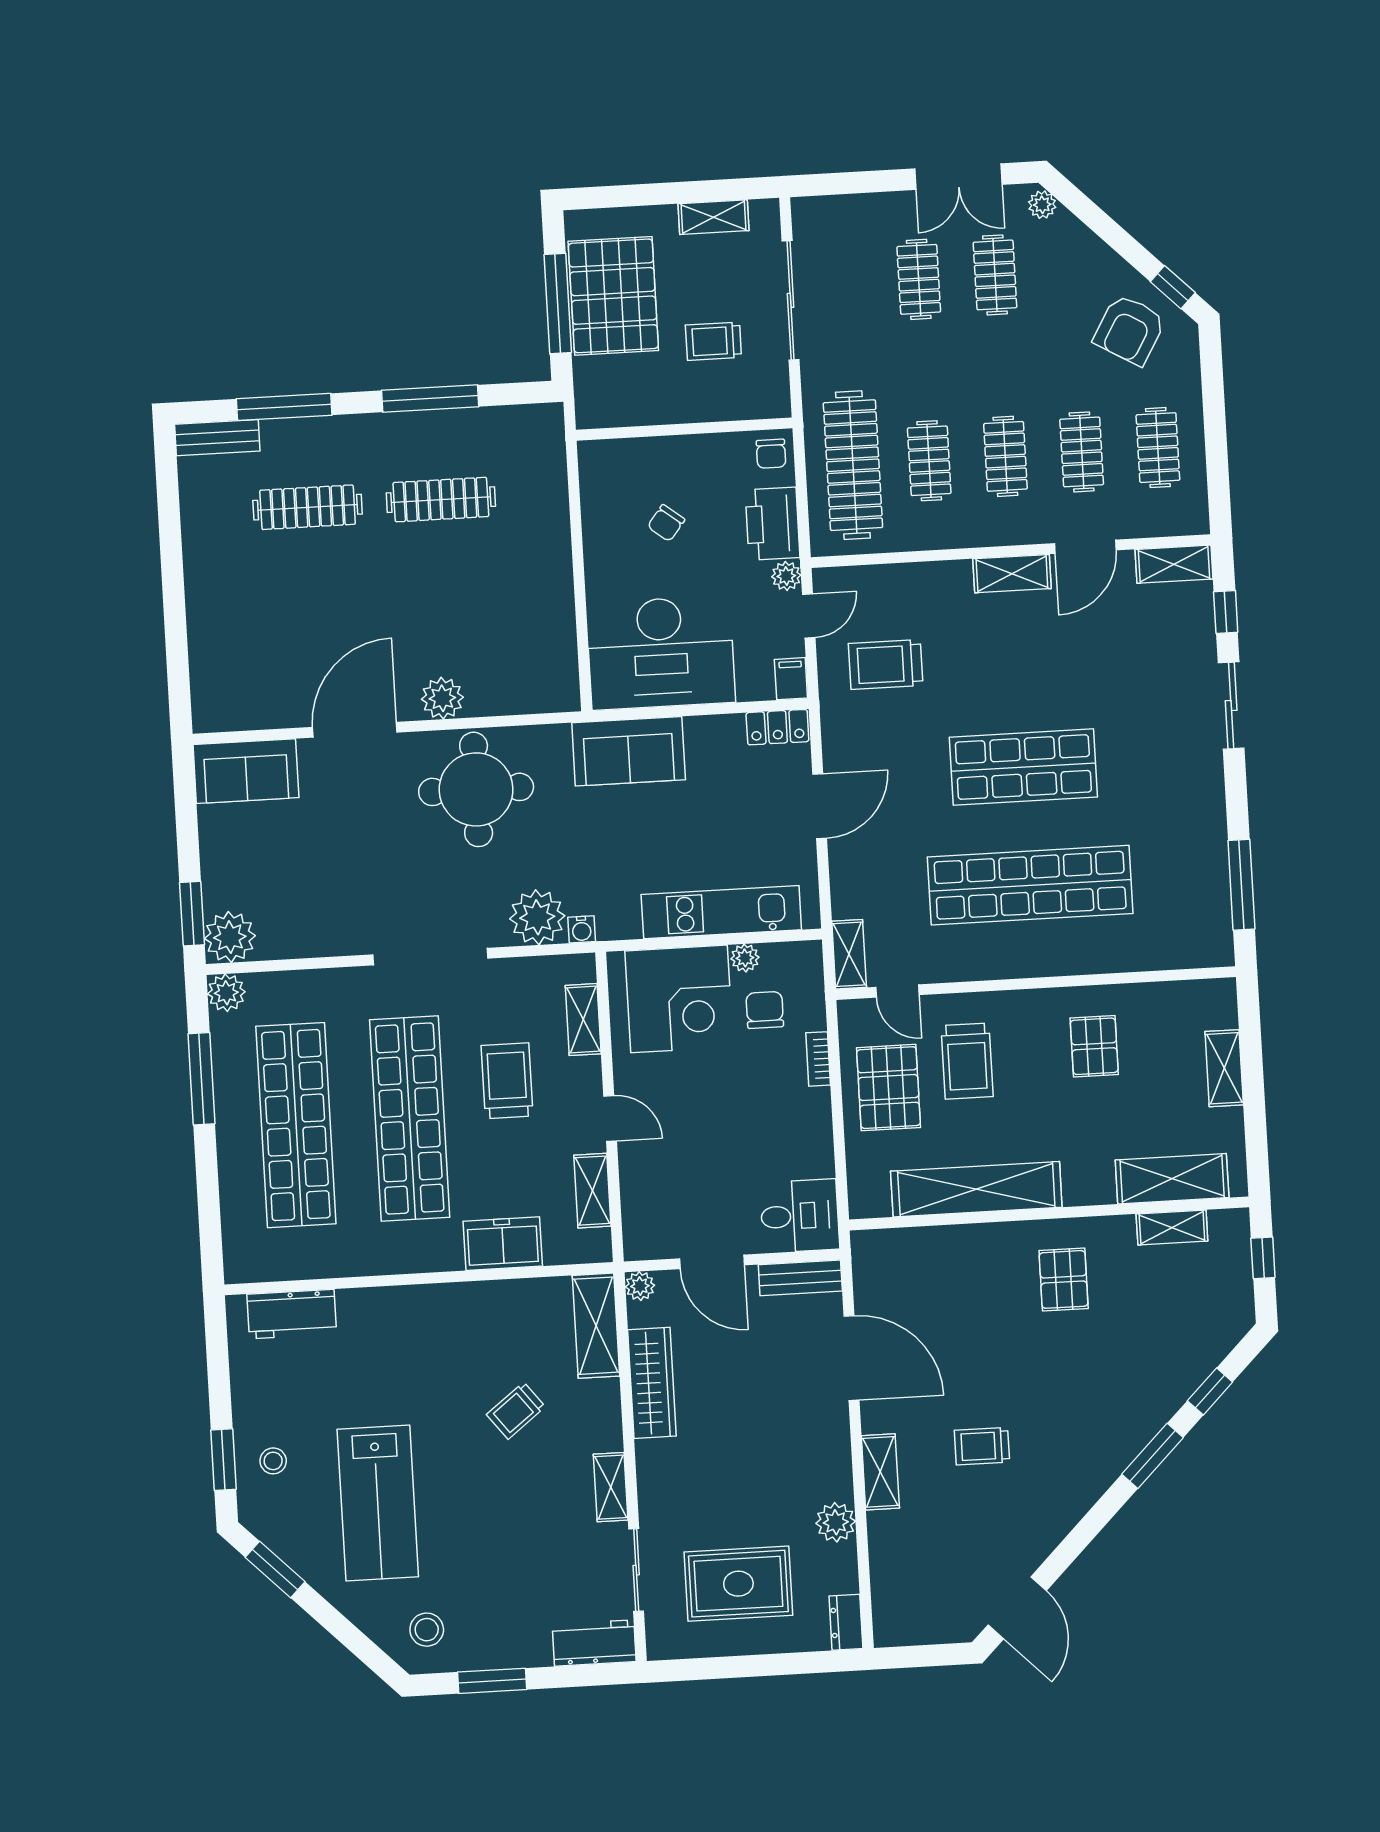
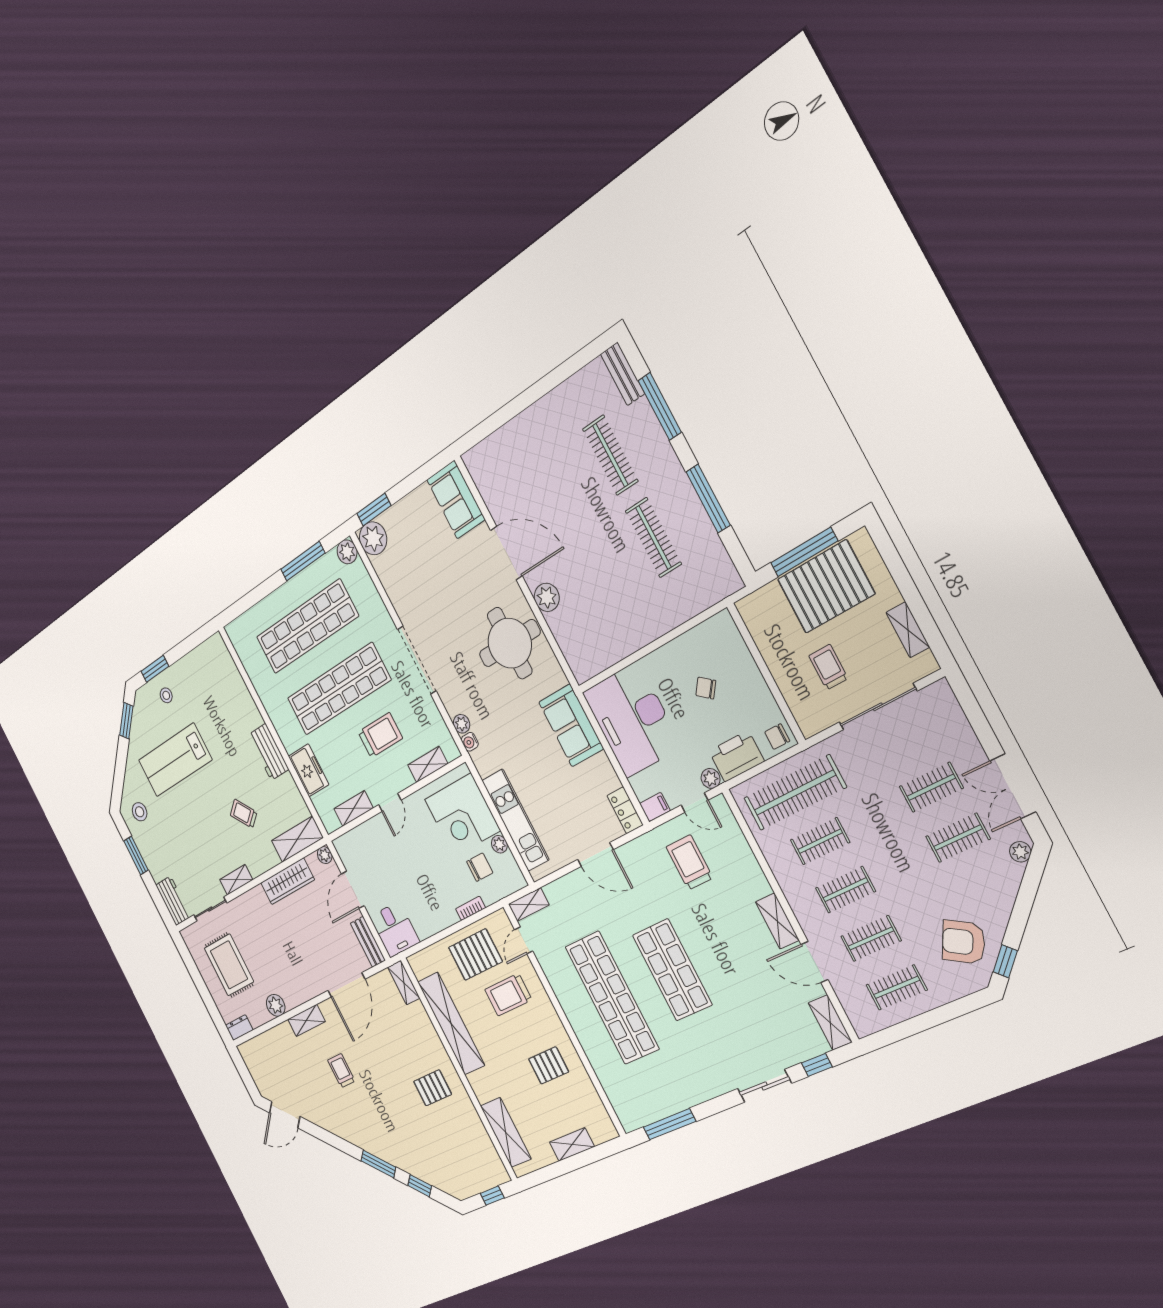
plant: (537, 917) -> (462, 724), width x0.53, depth x0.53
shelving: (1172, 1228) -> (404, 983), moved
workbench: (292, 1314) -> (269, 752), moved

